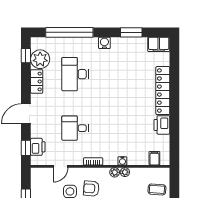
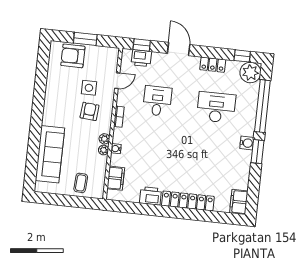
window: (131, 32) -> (258, 152), moved
plant: (40, 59) -> (250, 73), moved
filing cabinet: (154, 158) -> (116, 178), width x2.00
door: (61, 166) -> (117, 81), swing flipped

